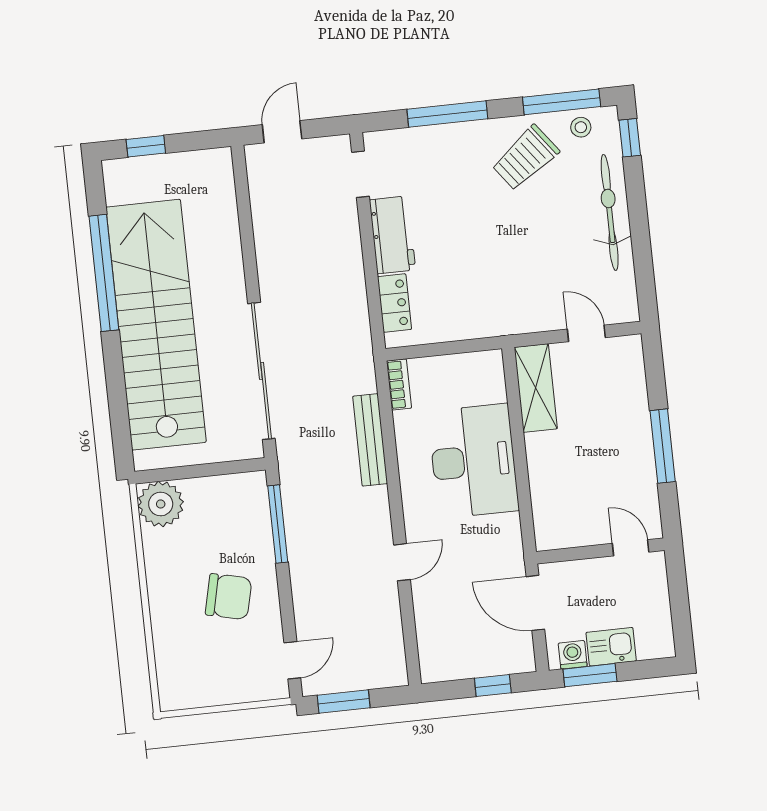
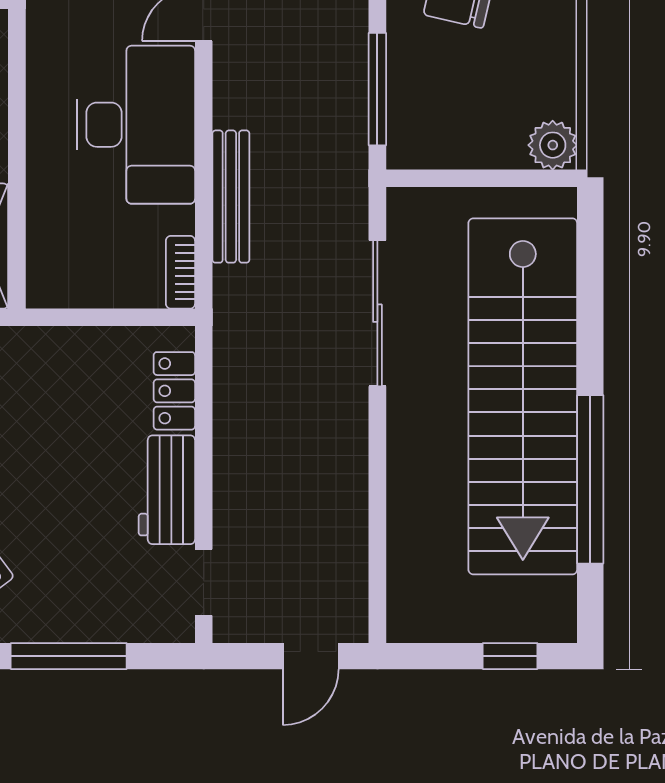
sliding door: (261, 371) -> (377, 313), width x0.73
desk: (473, 461) -> (136, 125), moved, turned 180
plant: (161, 504) -> (553, 145), width x0.73, depth x0.73

